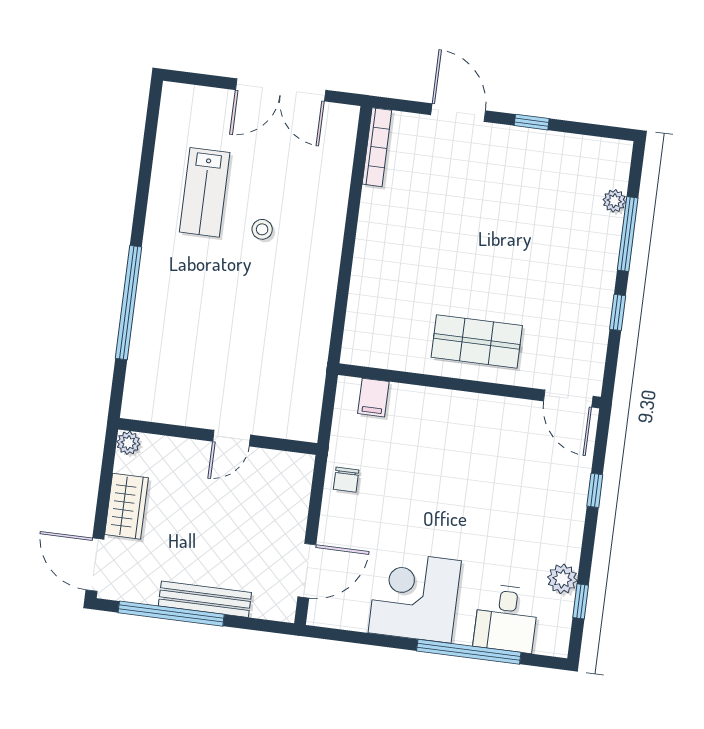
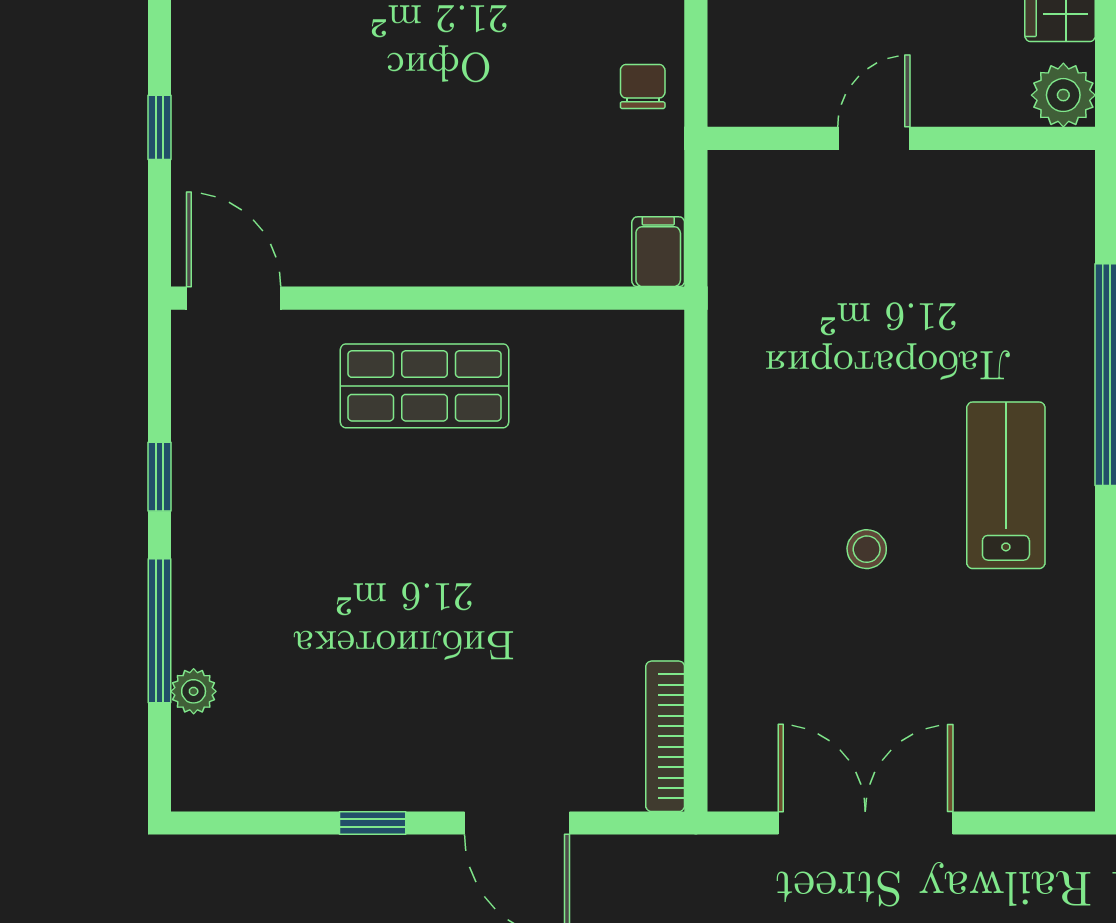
lab bench: (205, 192) -> (1006, 485), moved
filing cabinet: (373, 398) -> (658, 252), moved
plant: (128, 443) -> (1063, 95), width x1.38, depth x1.38

